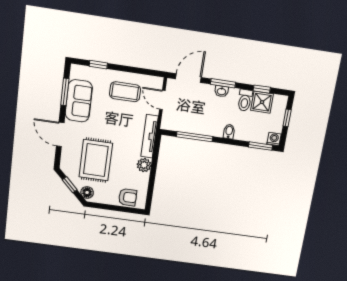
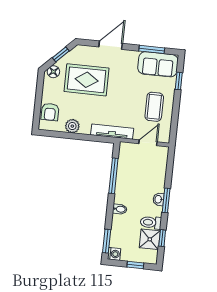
door: (188, 78) -> (170, 167), removed
sofa: (79, 101) -> (158, 64), moved
plant: (144, 165) -> (72, 126), moved

